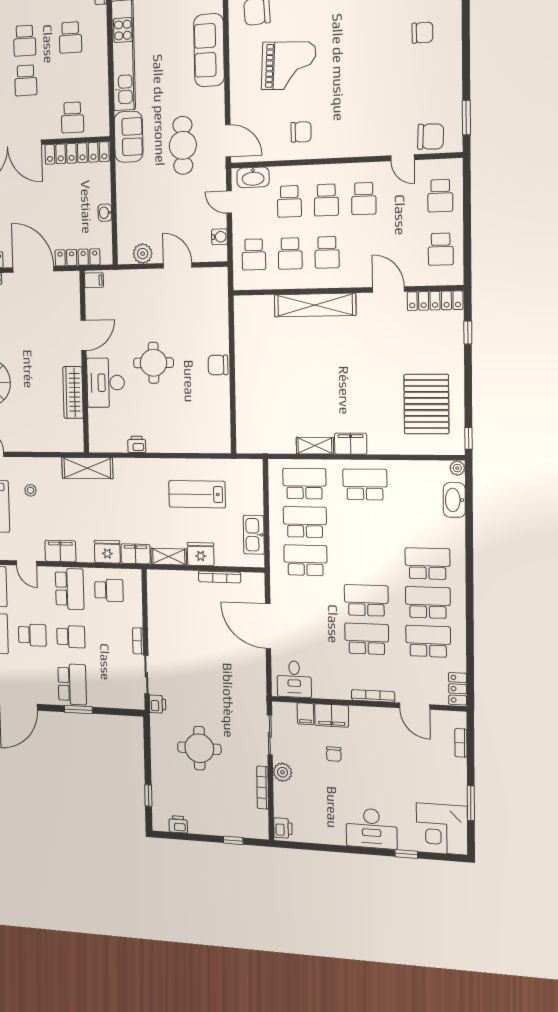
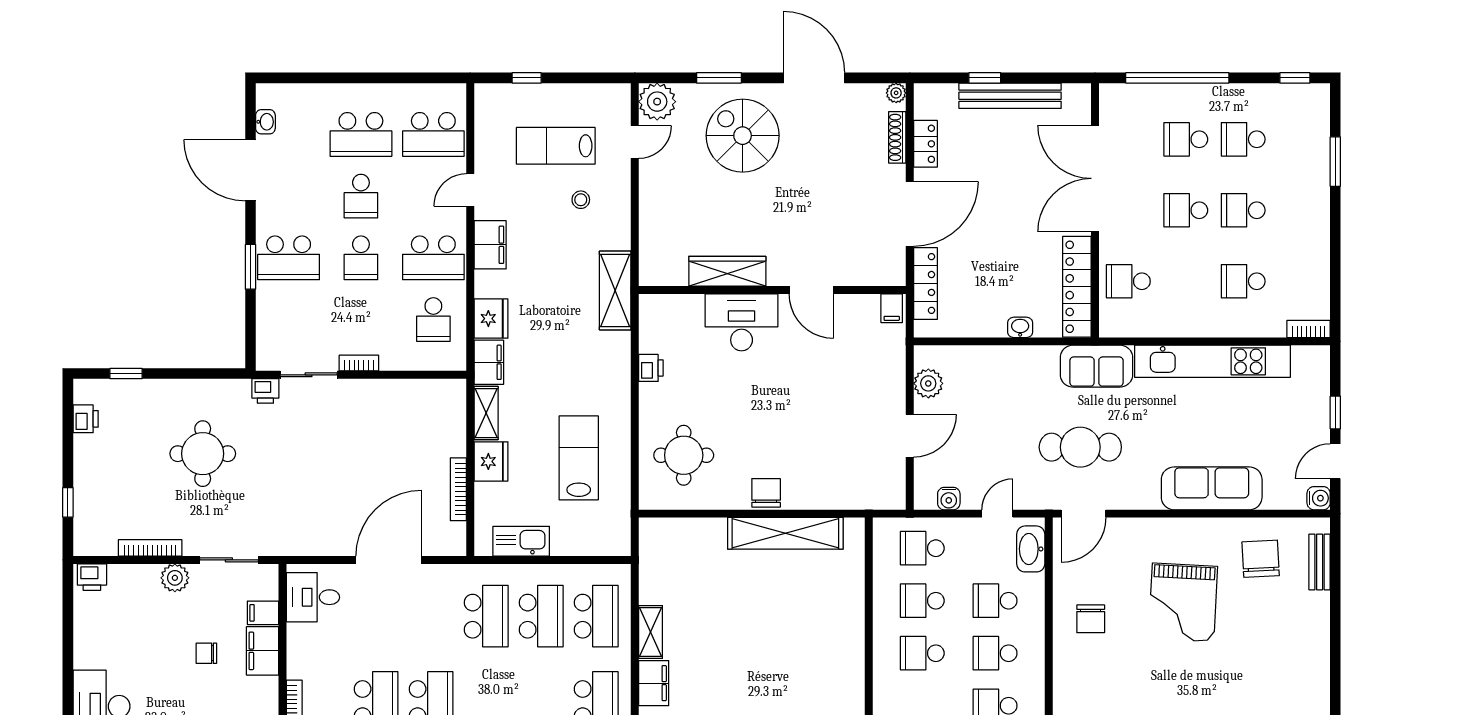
washbasin: (105, 213) -> (1020, 327), moved
shelving: (315, 305) -> (785, 533), moved, turned 90
round table: (153, 363) -> (684, 455), moved

